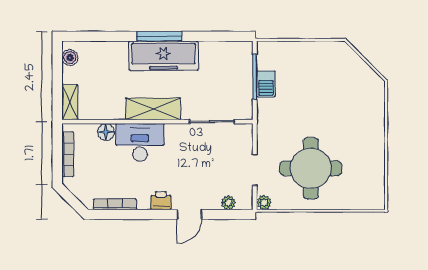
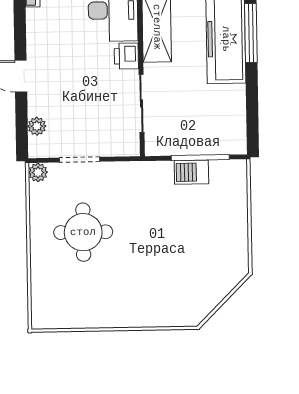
round table: (311, 168) -> (83, 232), width x0.73, depth x0.73
printer: (161, 201) -> (126, 56), moved, turned 180

